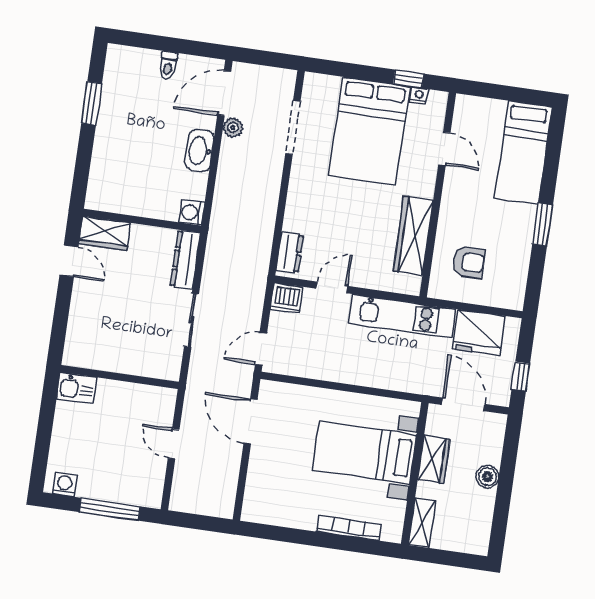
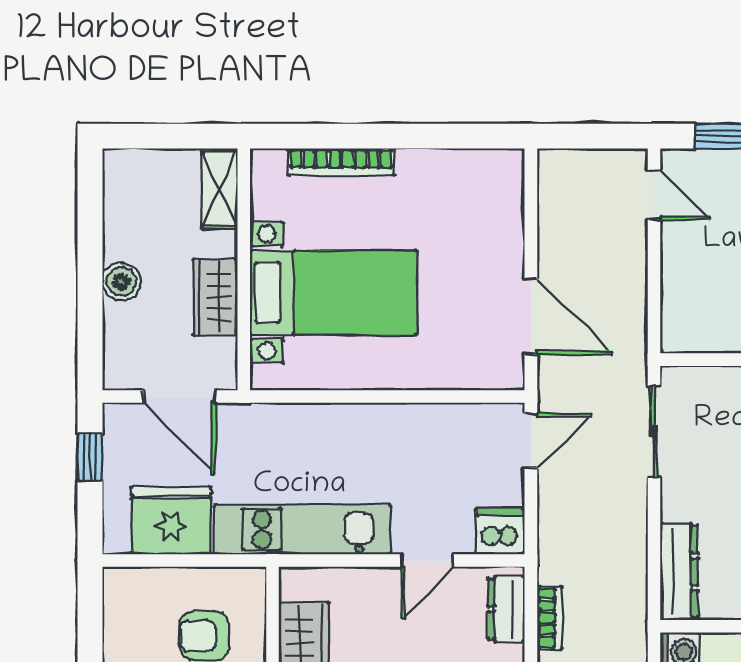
bookcase: (265, 243) -> (550, 618), added
sliding door: (192, 320) -> (654, 431), moved
door: (174, 444) -> (654, 195), moved

